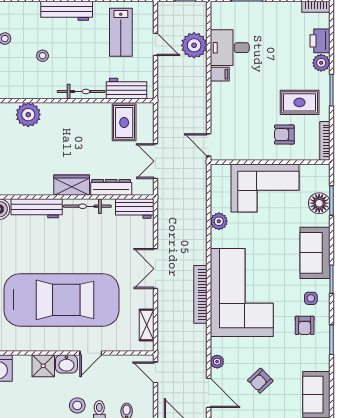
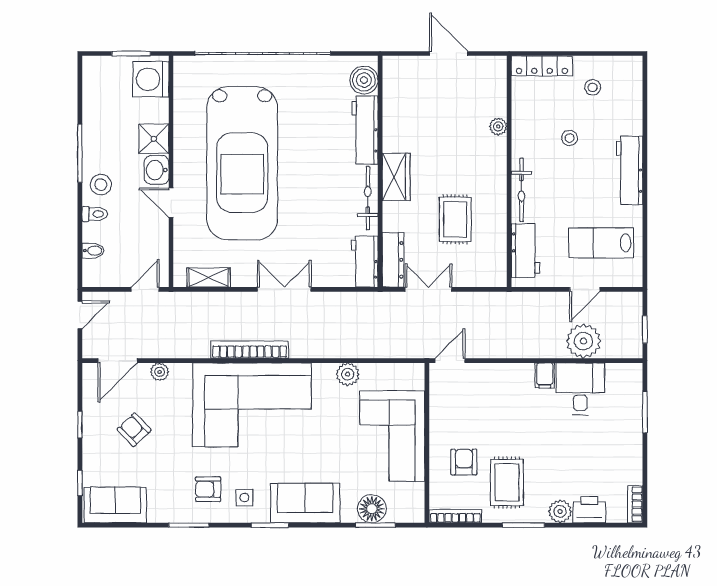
plant: (28, 115) -> (498, 126), width x0.53, depth x0.53
rug: (124, 122) -> (455, 219), moved, turned 90
dresser: (111, 187) -> (393, 260), moved

